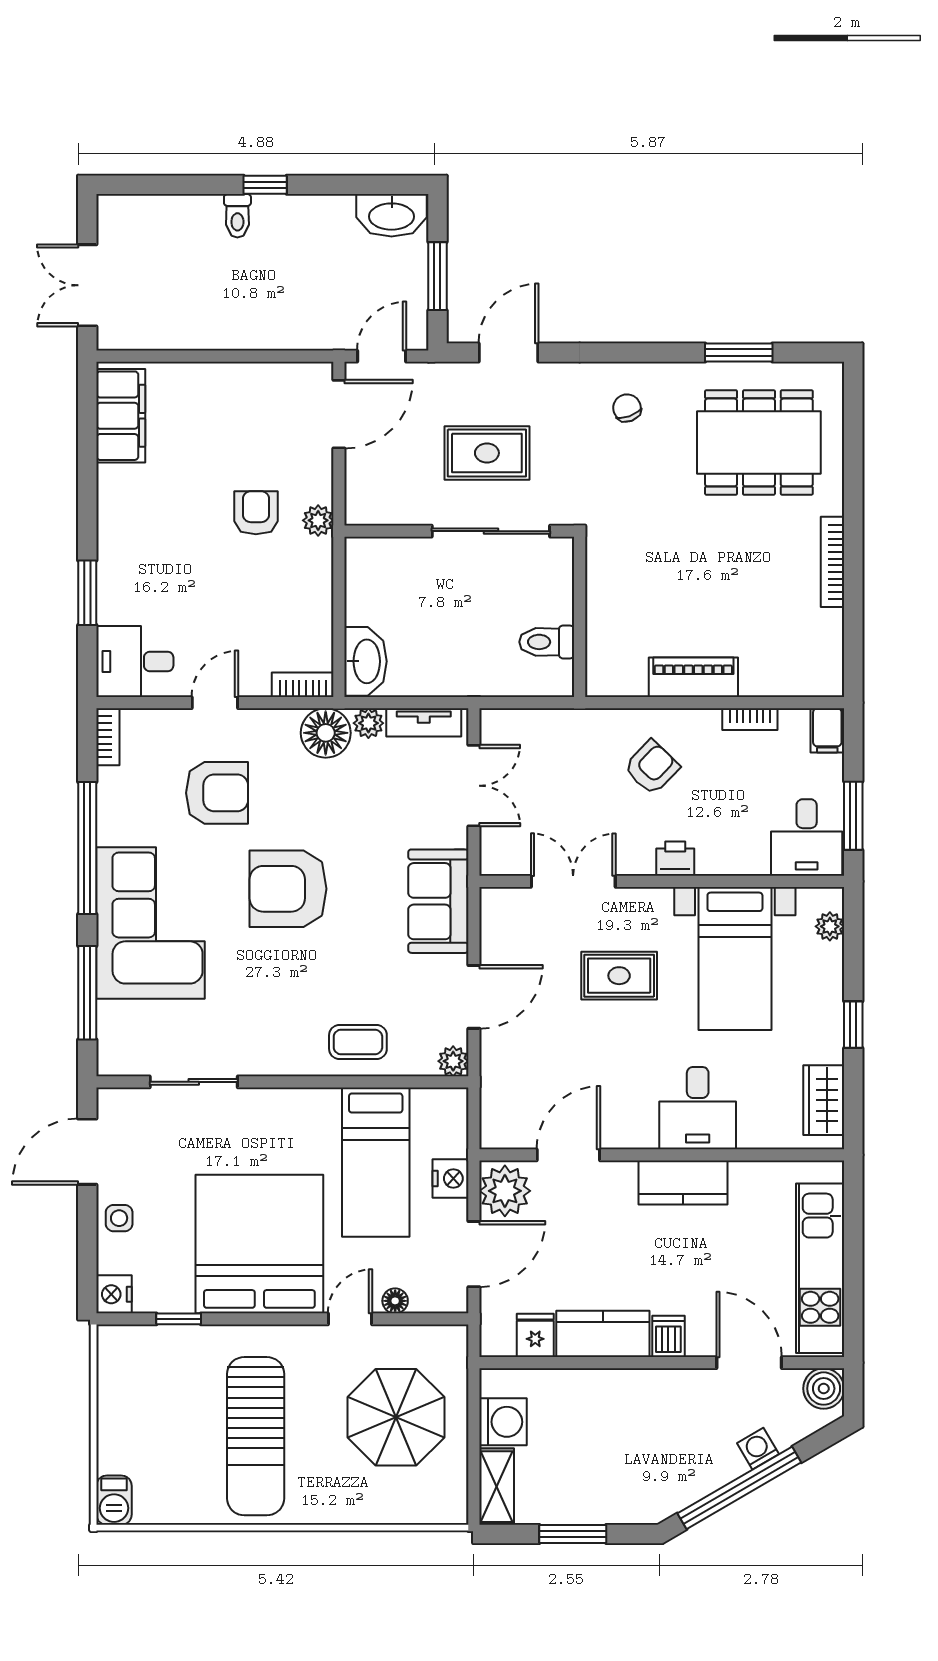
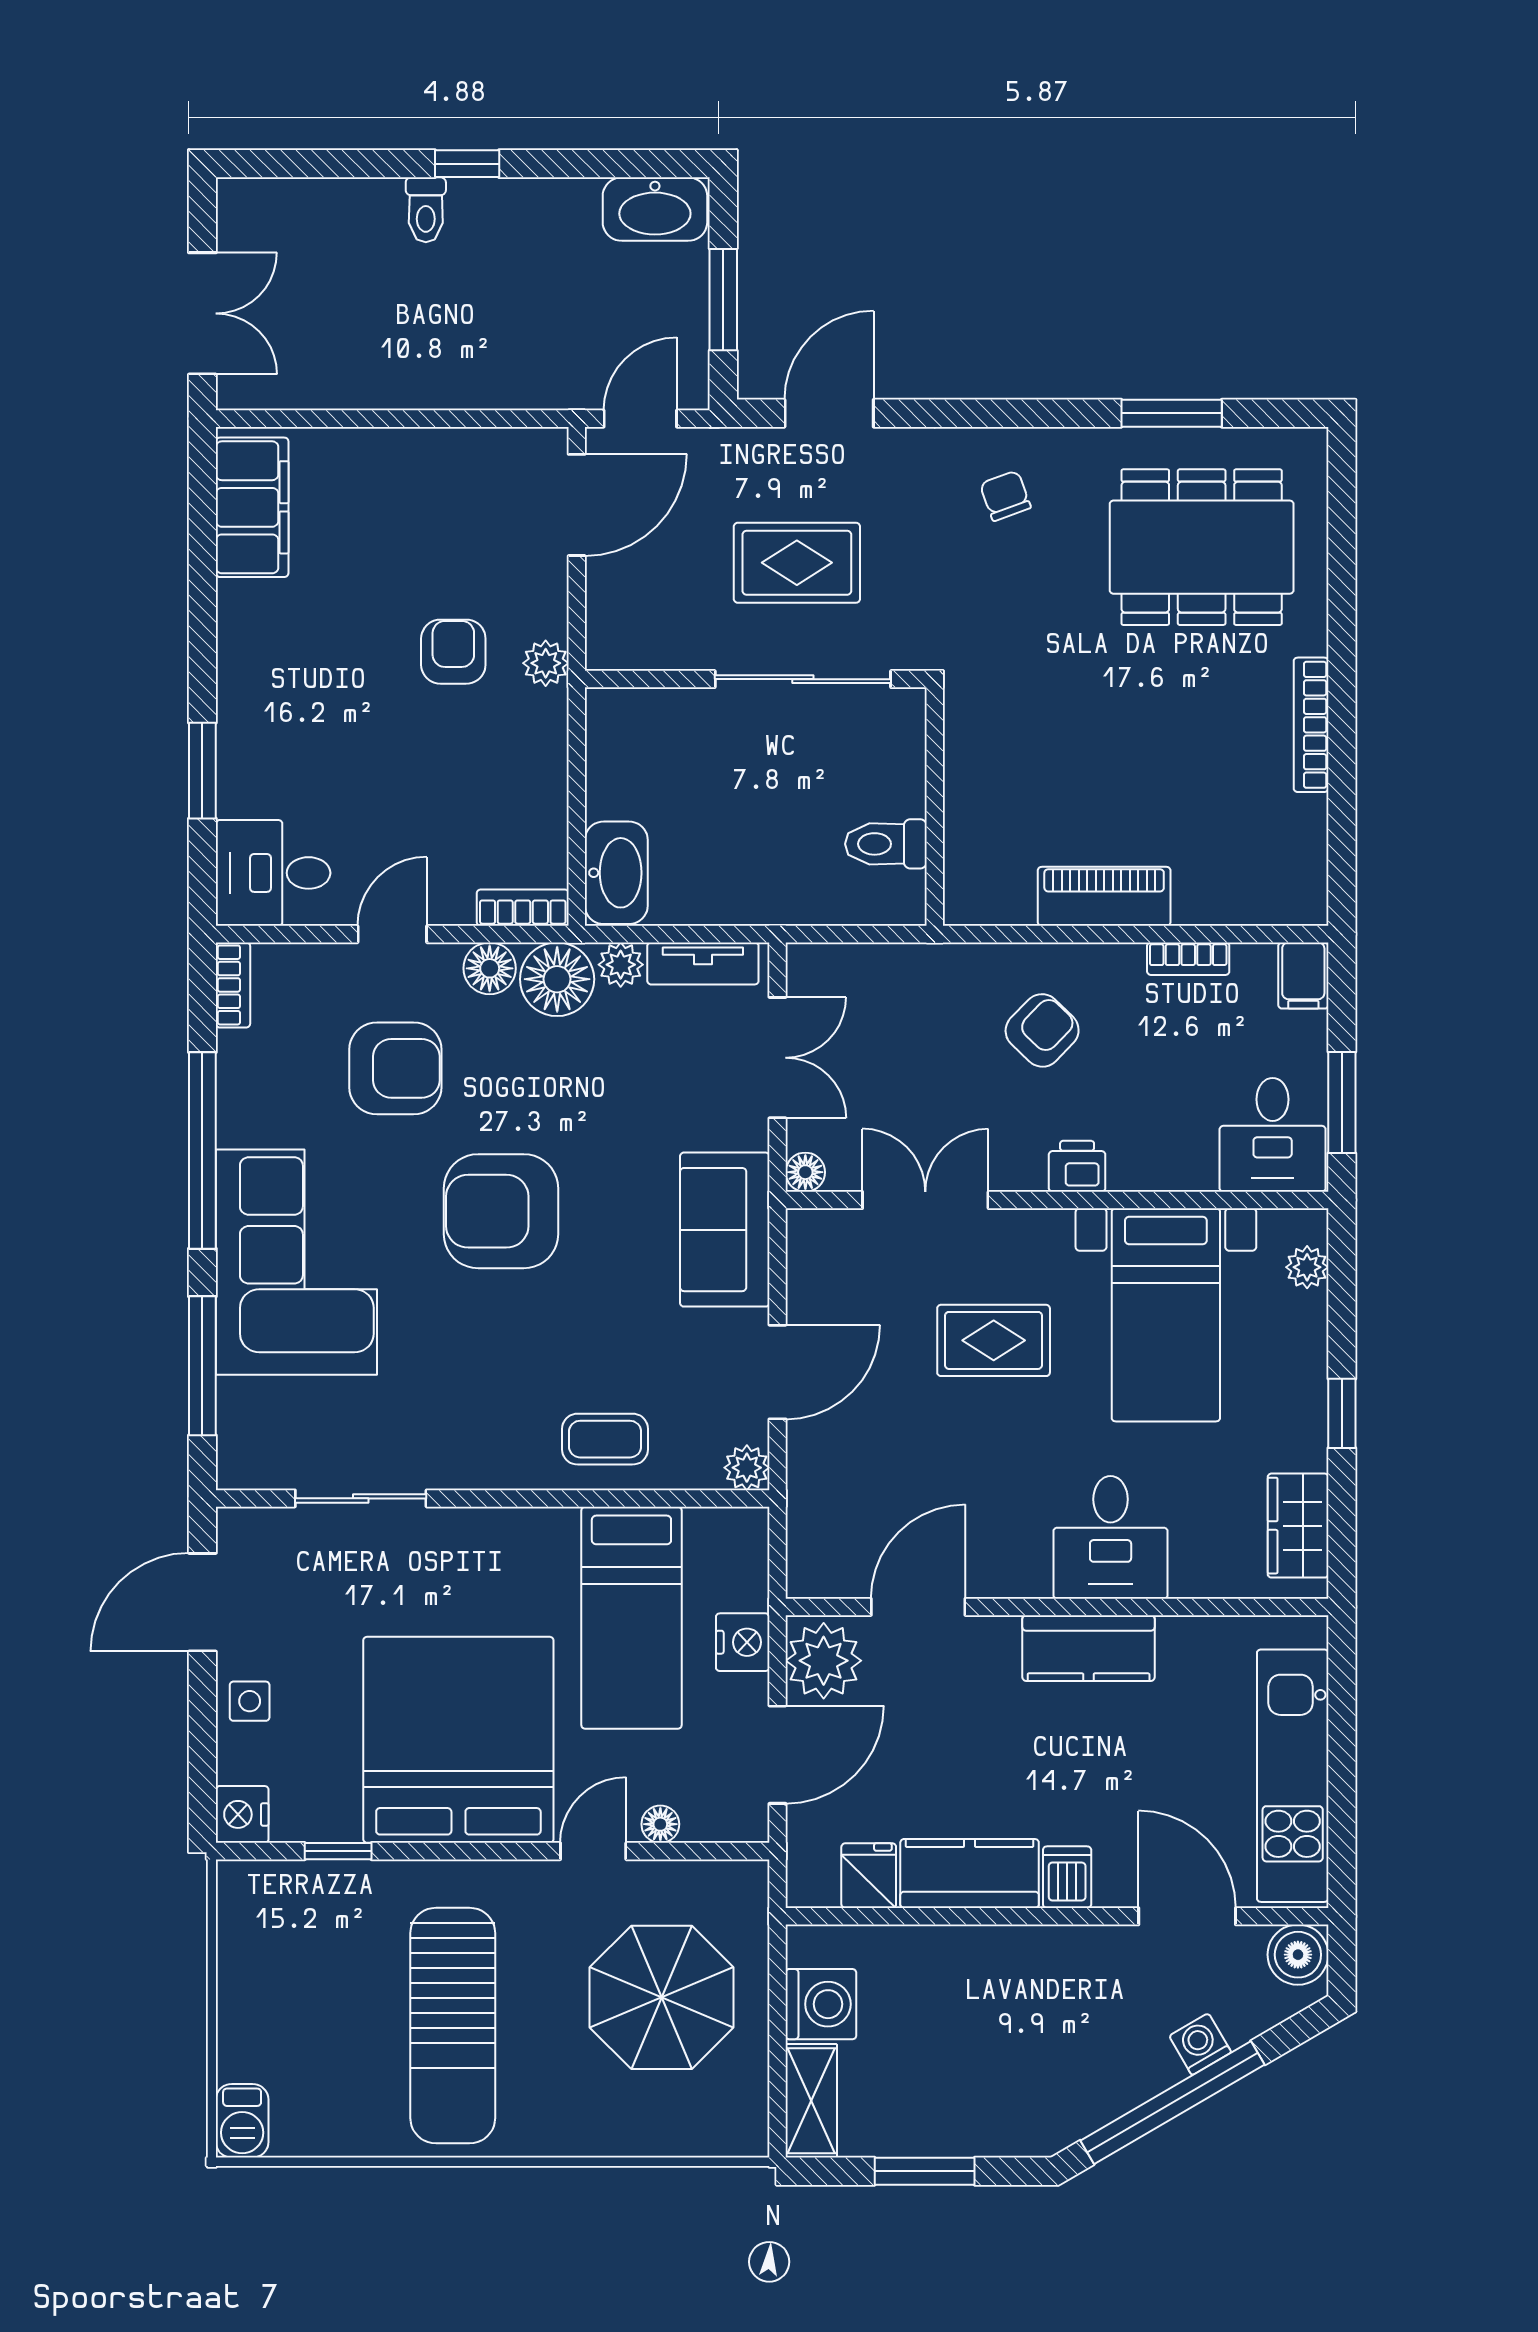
double door: (87, 285) -> (202, 313), swing flipped
floor lamp: (280, 726) -> (490, 968), added
floor lamp: (493, 863) -> (805, 1172), added

